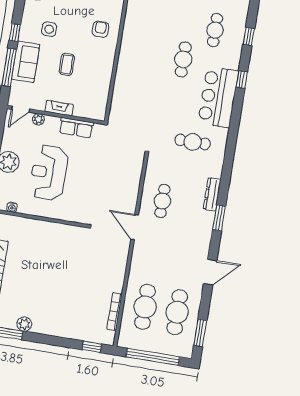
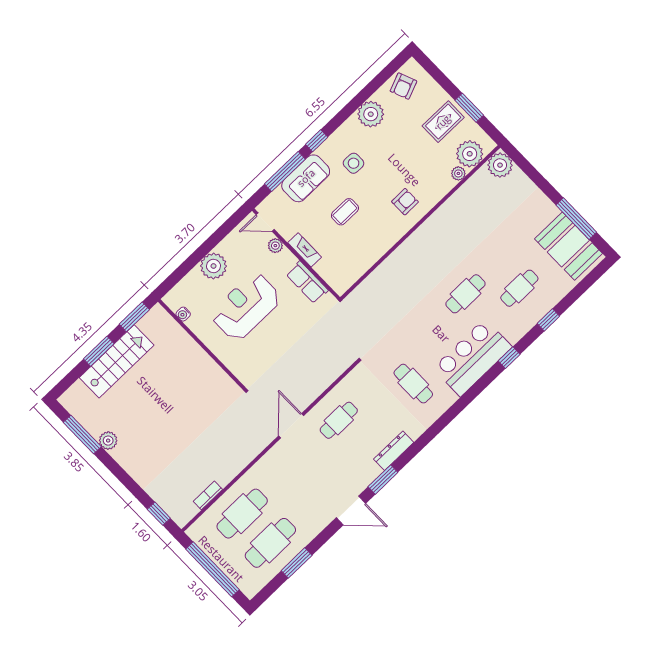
door: (210, 272) -> (351, 510), moved
bookcase: (114, 312) -> (208, 495), width x0.64
window: (200, 333) -> (297, 563), moved

